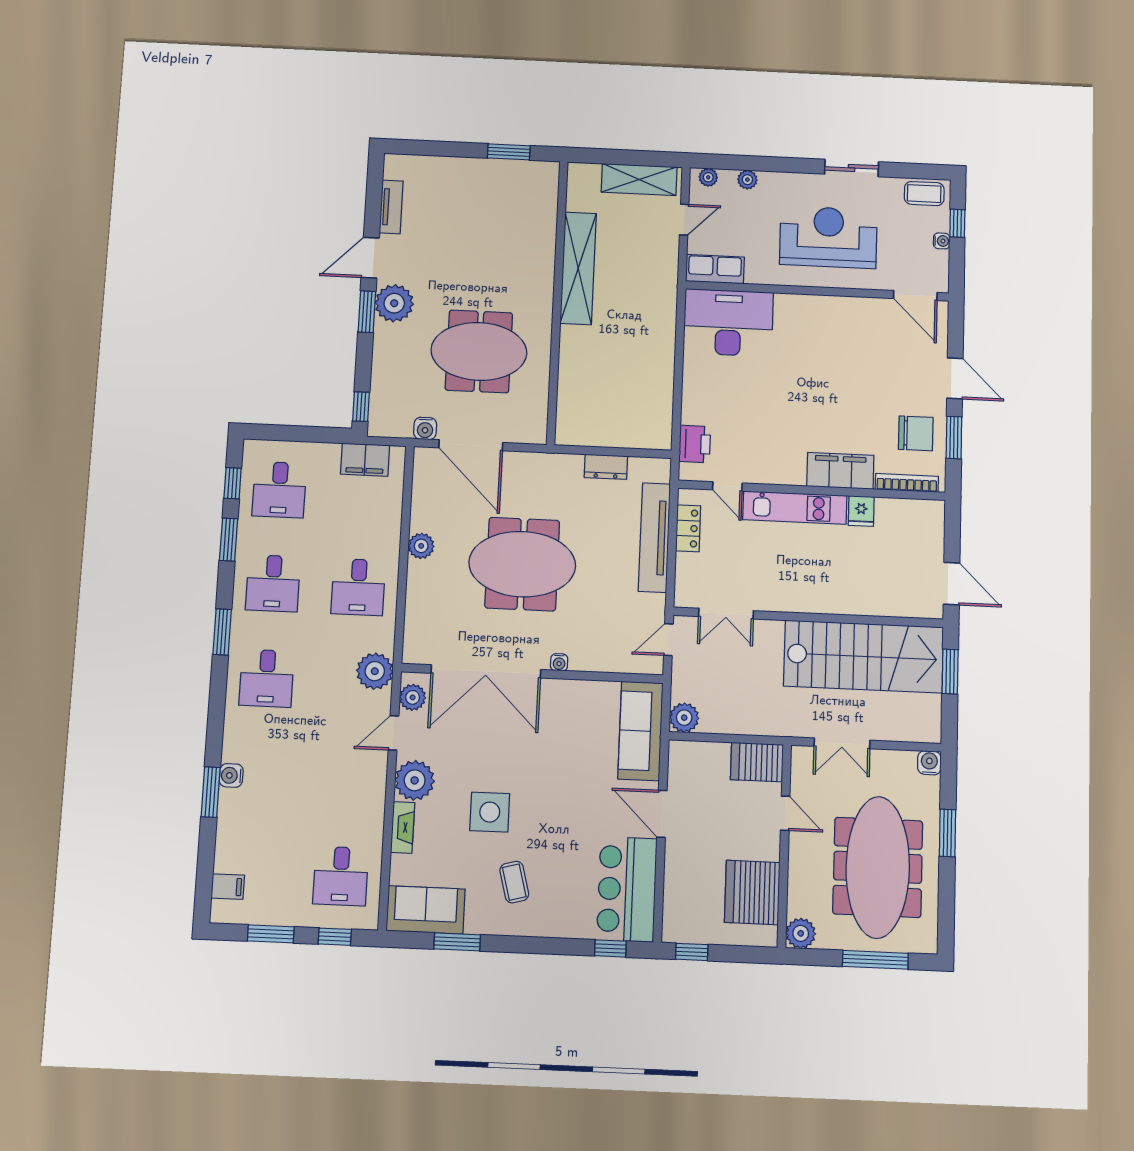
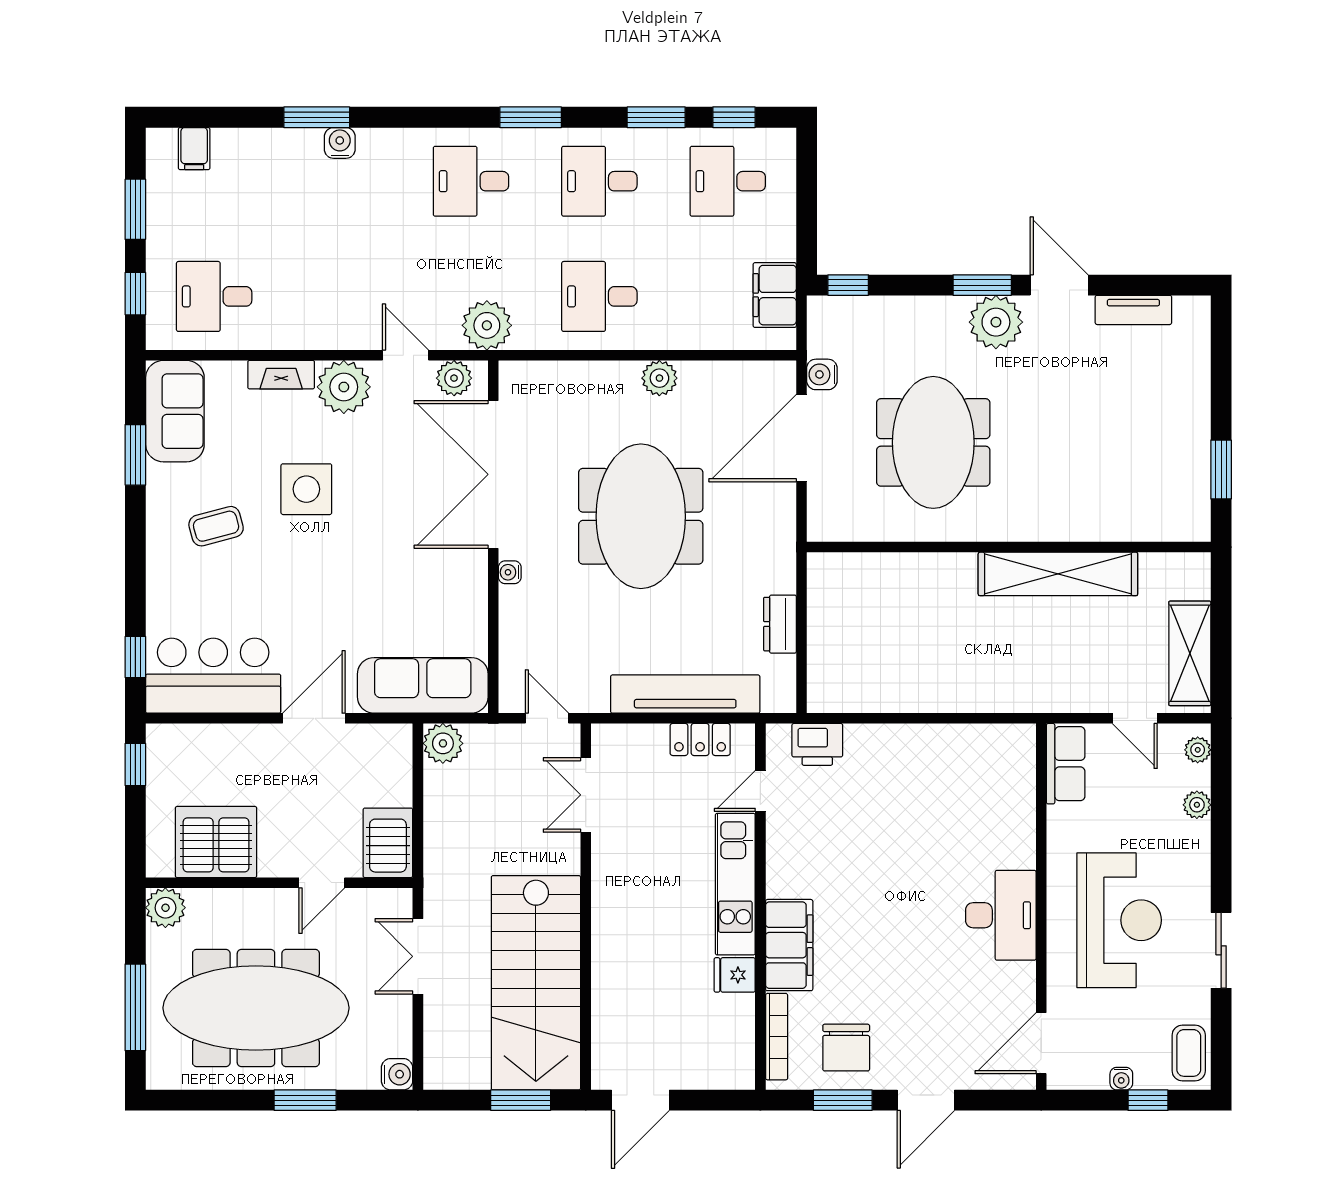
desk: (728, 323) -> (1001, 915), moved, width x0.73, depth x0.77

